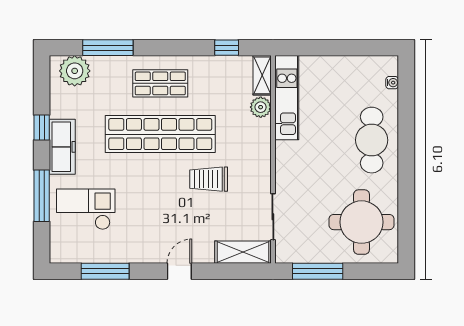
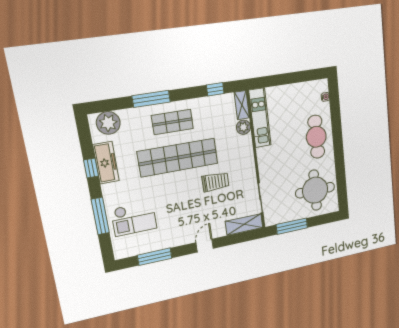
window: (108, 48) -> (151, 99), moved
freezer: (62, 147) -> (106, 163), moved
trolley: (209, 179) -> (215, 182), turned 180
checkout: (86, 209) -> (134, 219), turned 180

